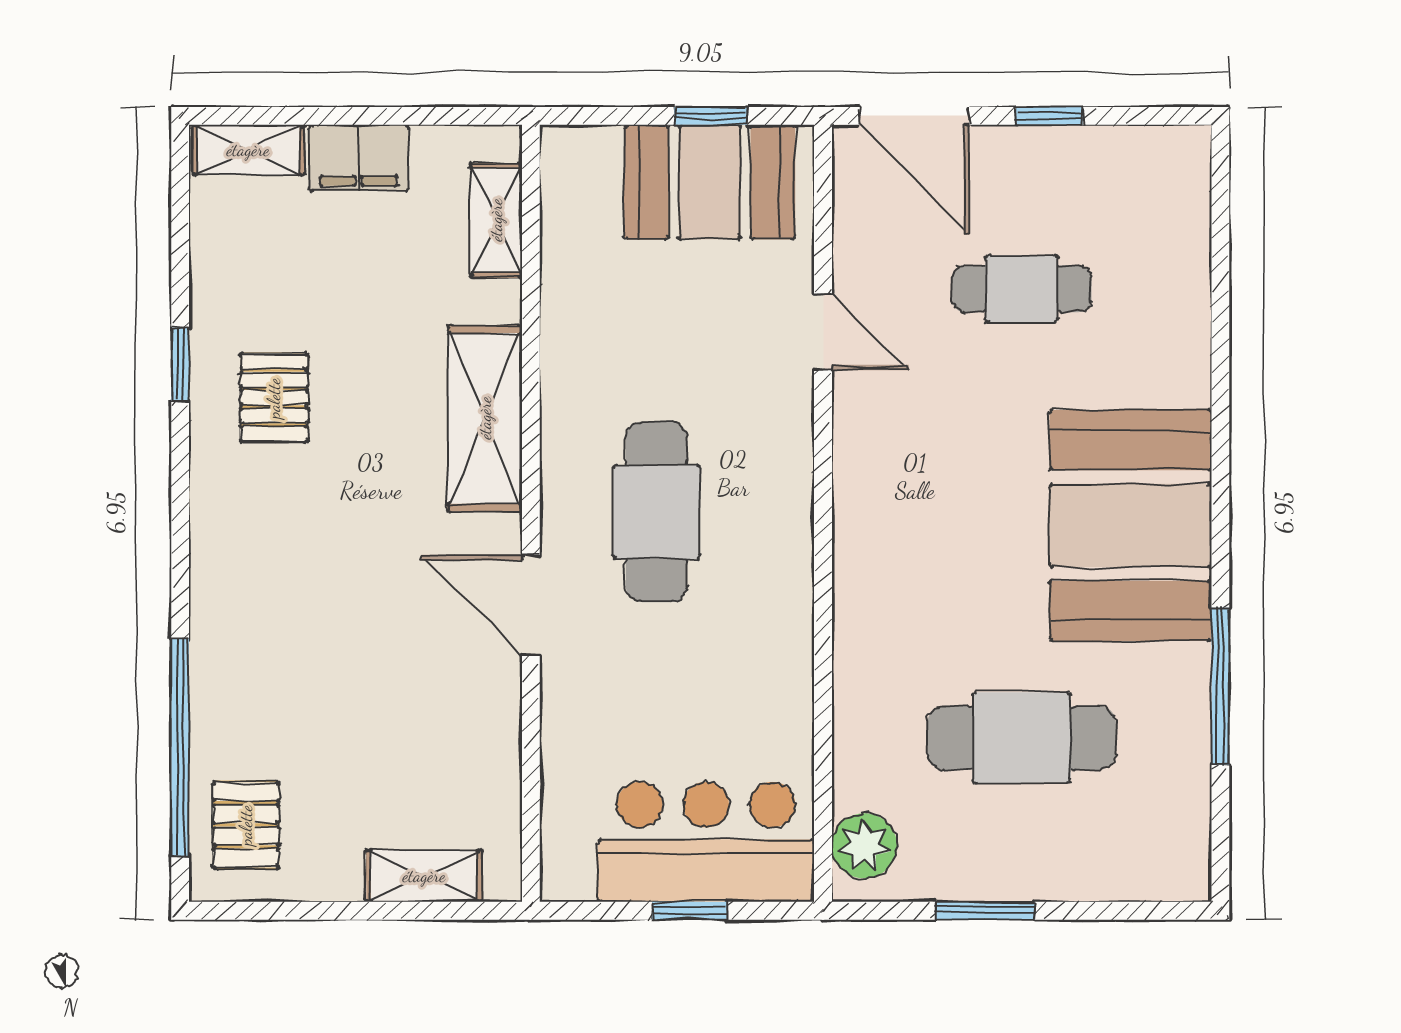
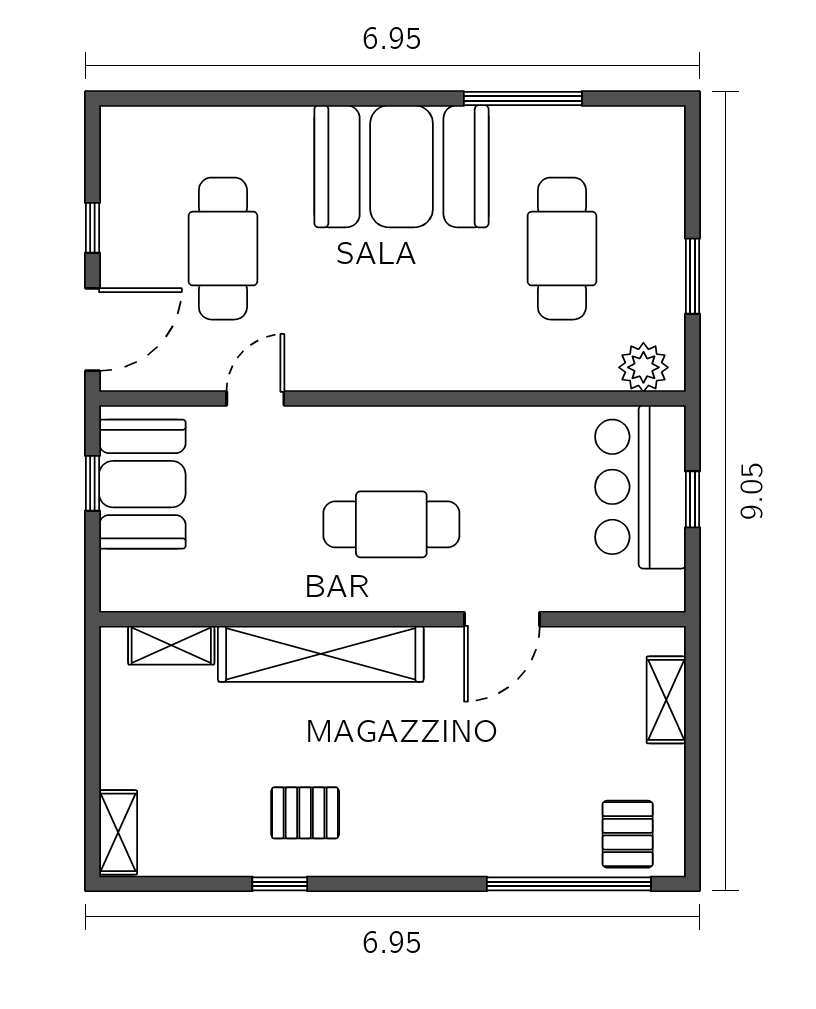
filing cabinet: (359, 158) -> (124, 749), removed
cafe table: (1022, 289) -> (223, 249), width x1.37, depth x1.35
shelving: (485, 418) -> (321, 654), width x1.47
door: (531, 605) -> (502, 619), moved
pallet: (246, 825) -> (628, 834), turned 90

